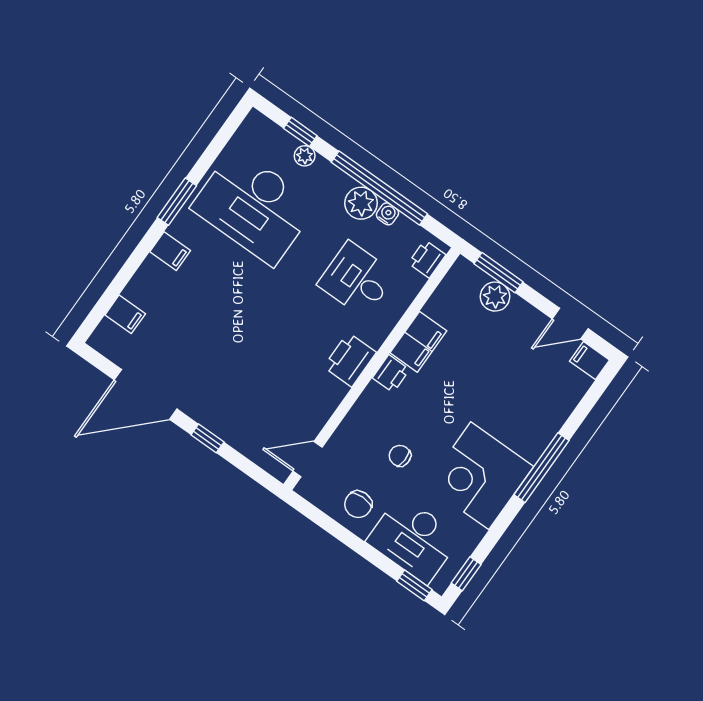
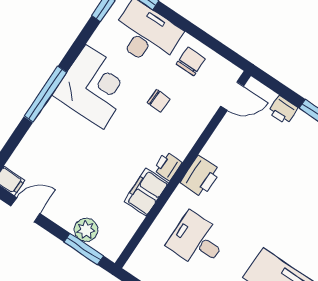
printer: (427, 259) -> (283, 110), moved, turned 90
desk: (357, 279) -> (197, 241), turned 180

